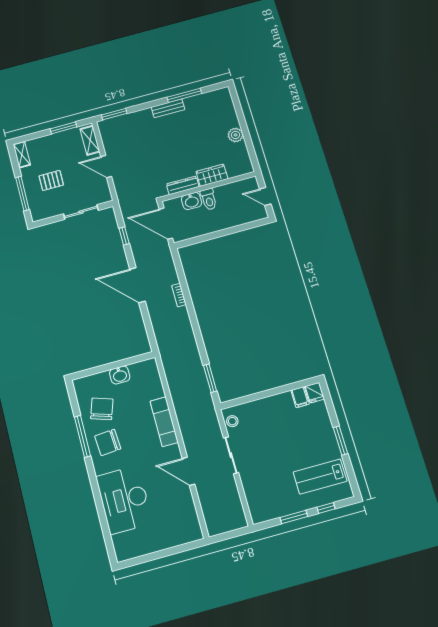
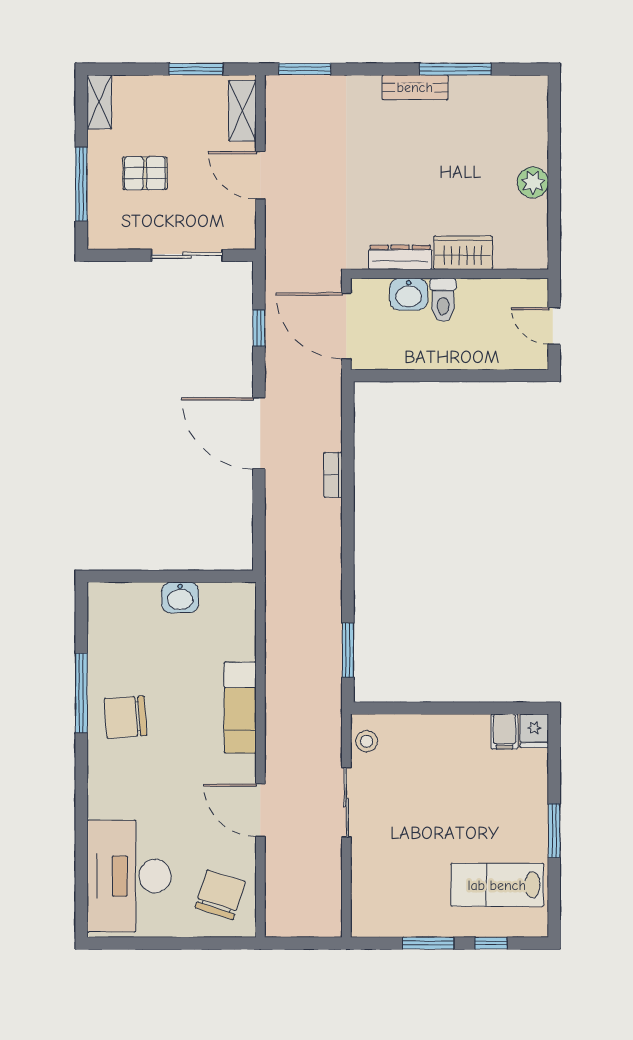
chair: (102, 409) -> (220, 895), moved
desk: (124, 500) -> (129, 876), moved

